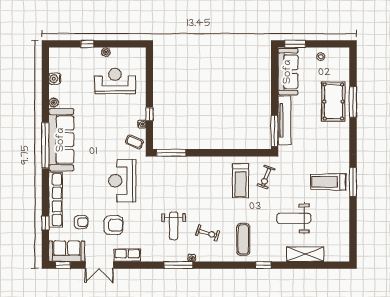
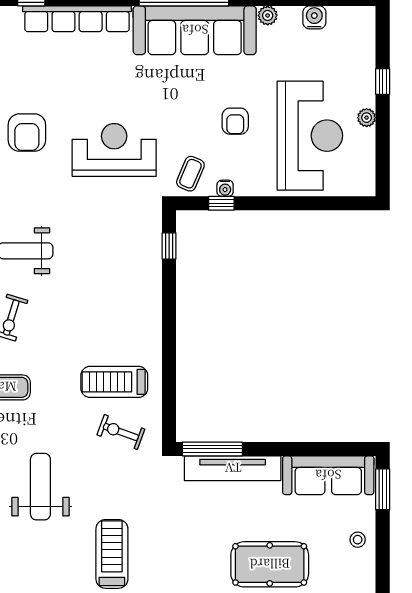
reception desk: (115, 81) -> (310, 136), width x1.36, depth x1.30
window: (149, 114) -> (221, 203), moved
window: (171, 153) -> (169, 246), width x0.46
armchair: (81, 222) -> (235, 121), moved

